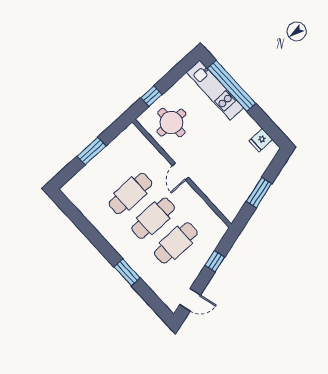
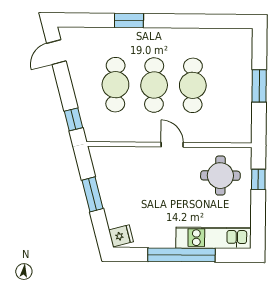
window: (232, 86) -> (181, 255), moved
fridge: (261, 140) -> (121, 236), moved, turned 75
window: (215, 261) -> (73, 119), moved

